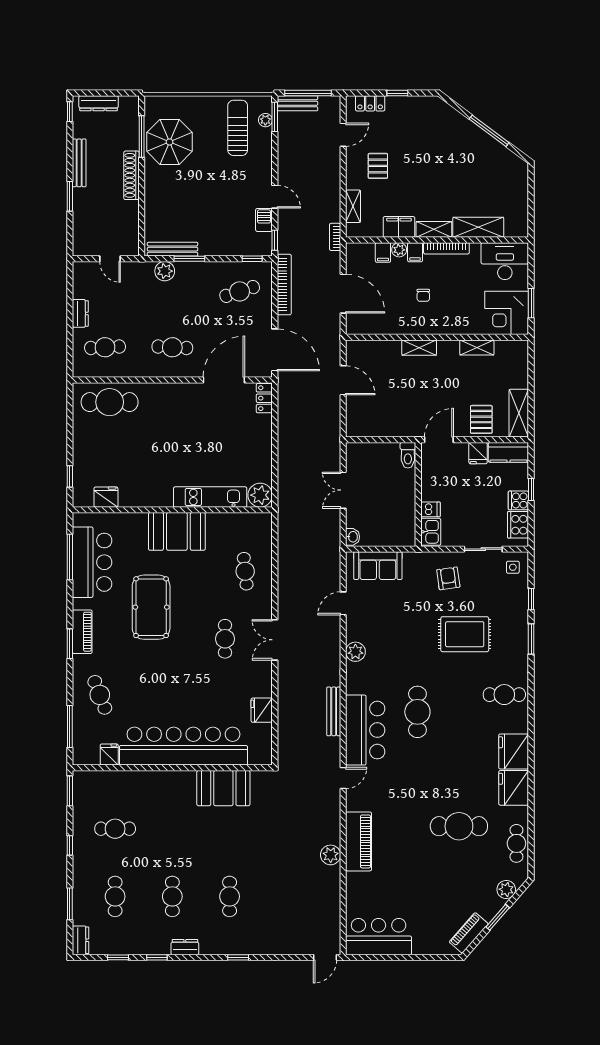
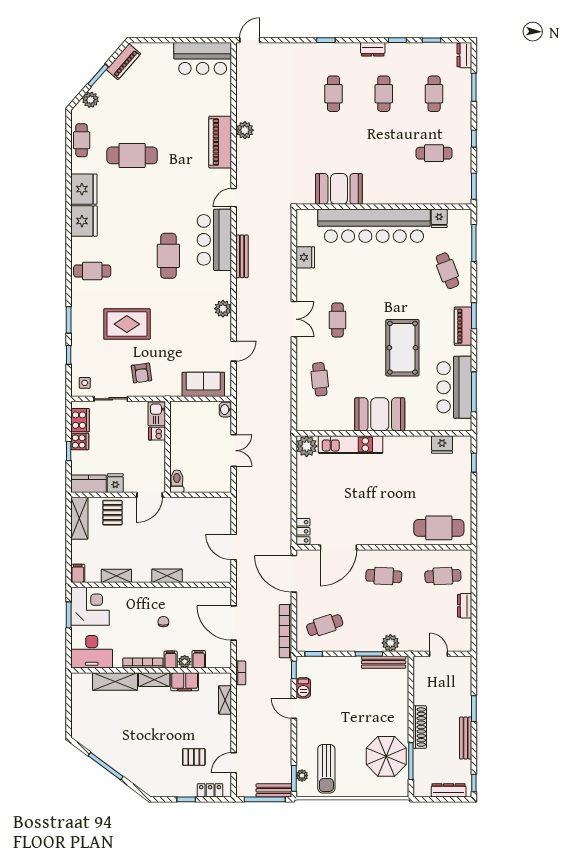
pallet: (378, 166) -> (194, 757), moved, turned 90
filing cabinet: (521, 350) -> (78, 573), added

